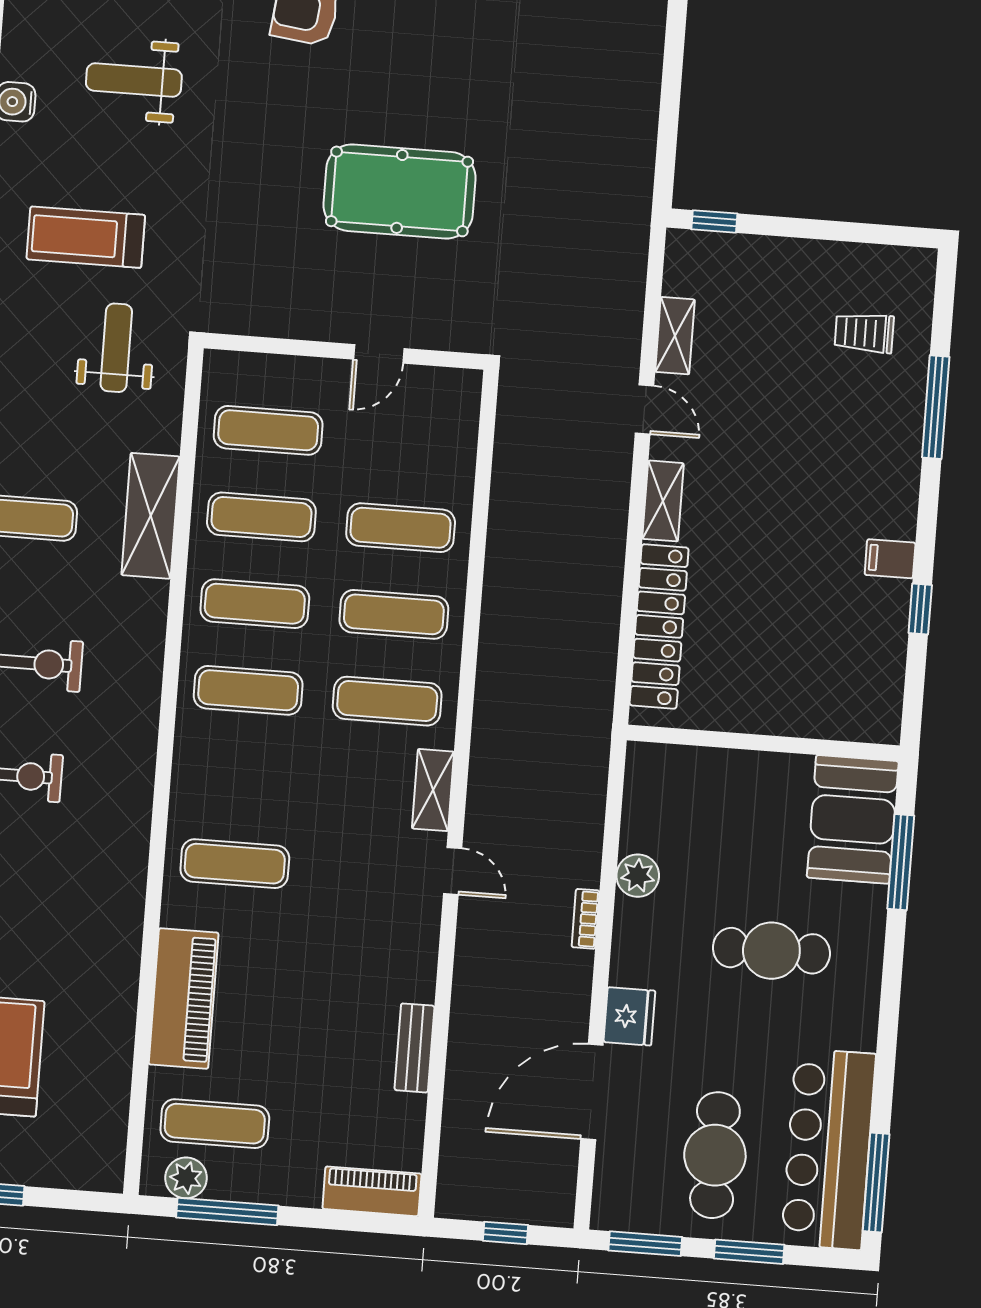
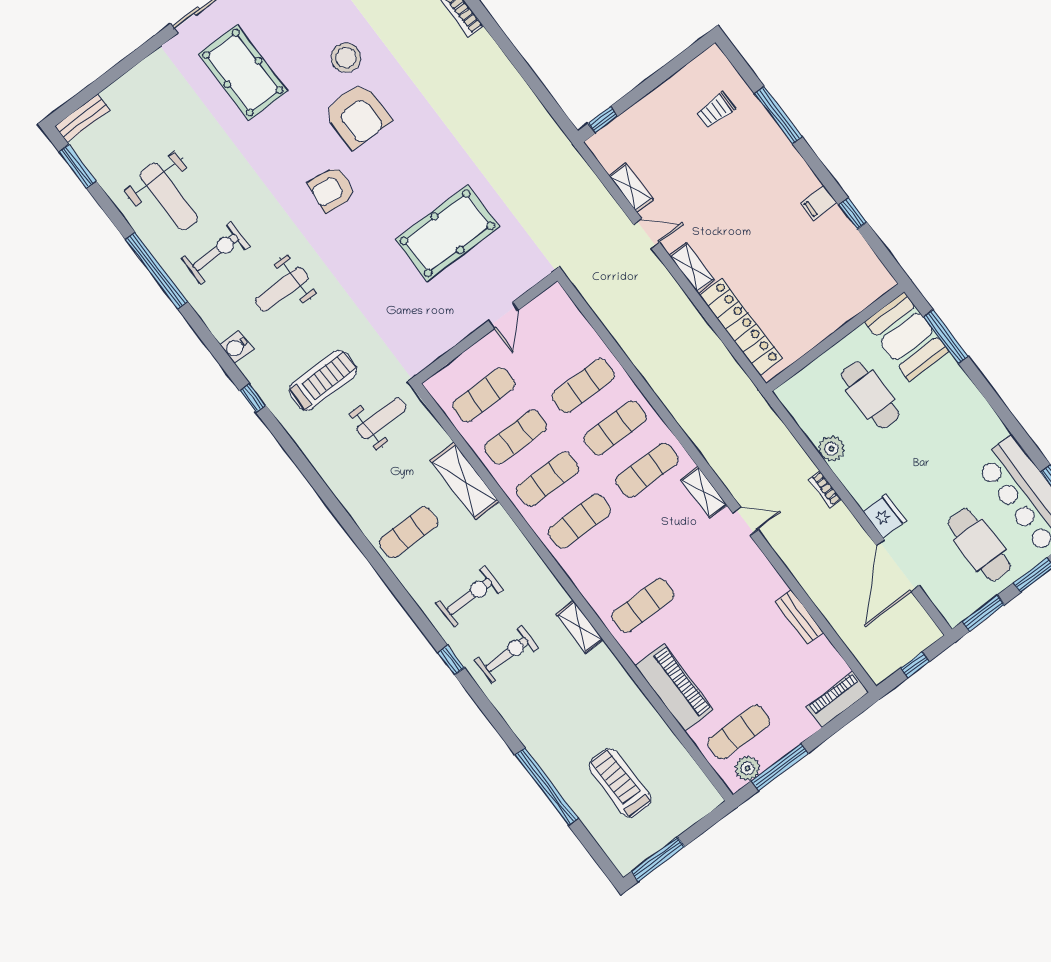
treadmill: (86, 237) -> (323, 380), turned 180
weight bench: (116, 348) -> (381, 418), turned 90
shelving: (133, 820) -> (580, 627), added
cafe table: (771, 951) -> (870, 395), moved, turned 90

